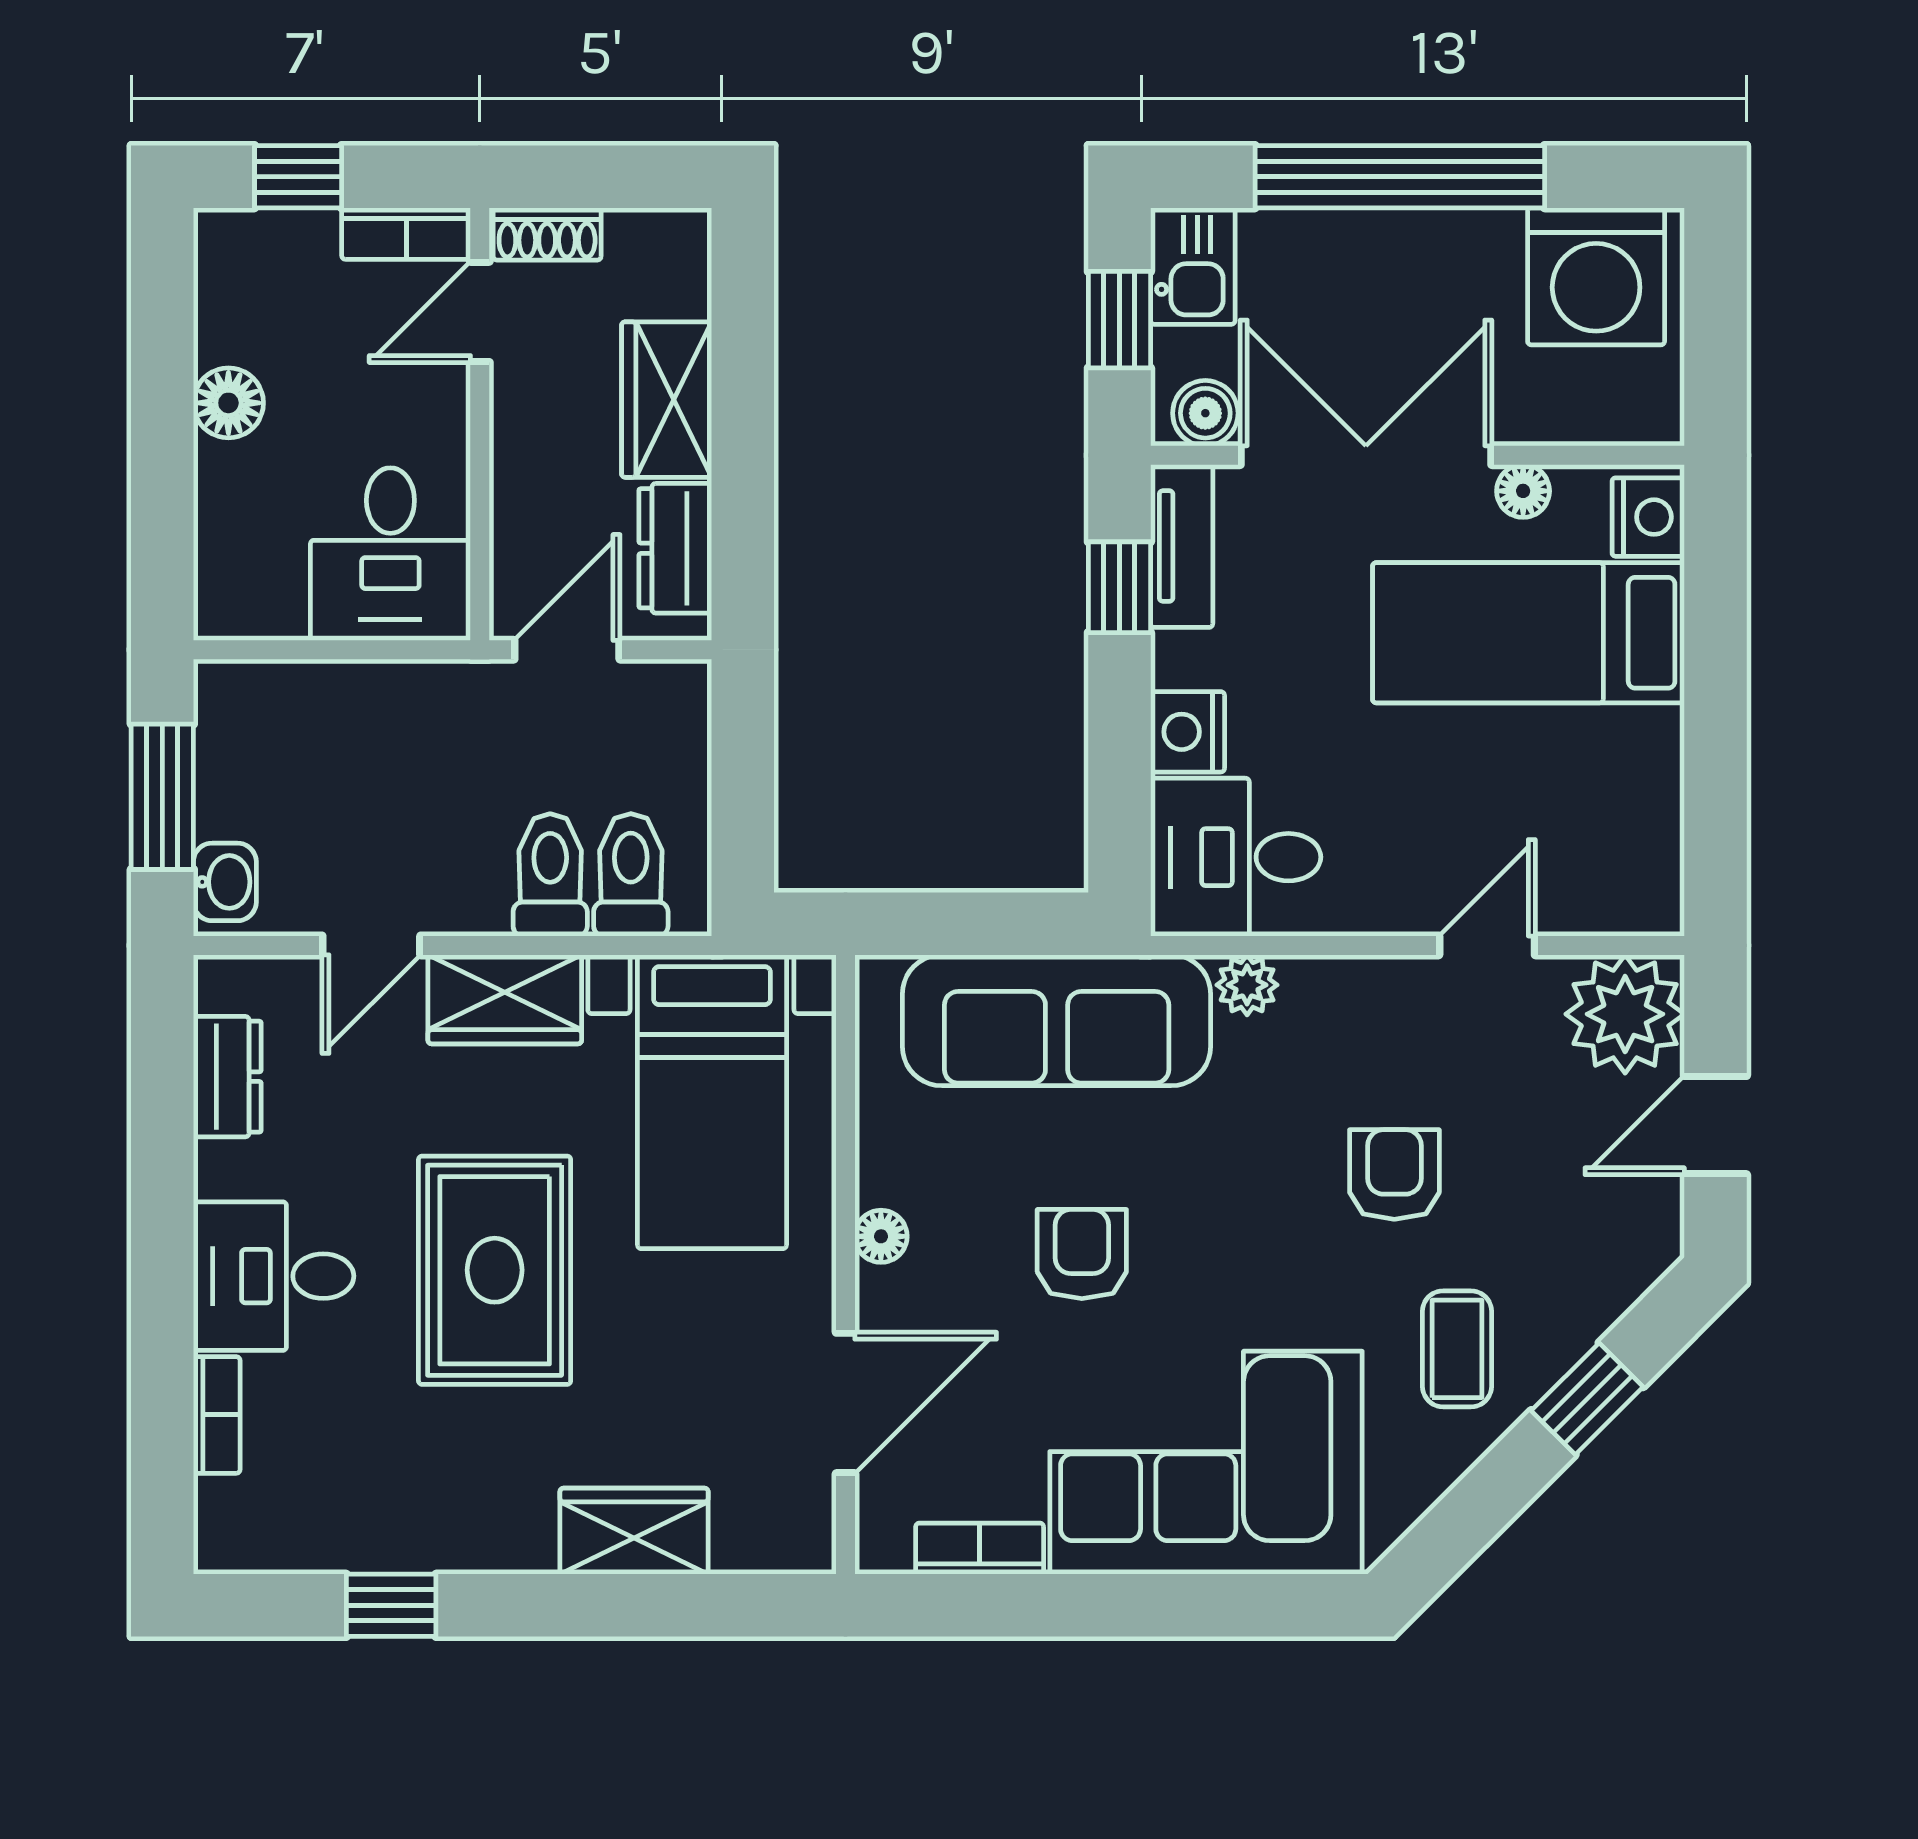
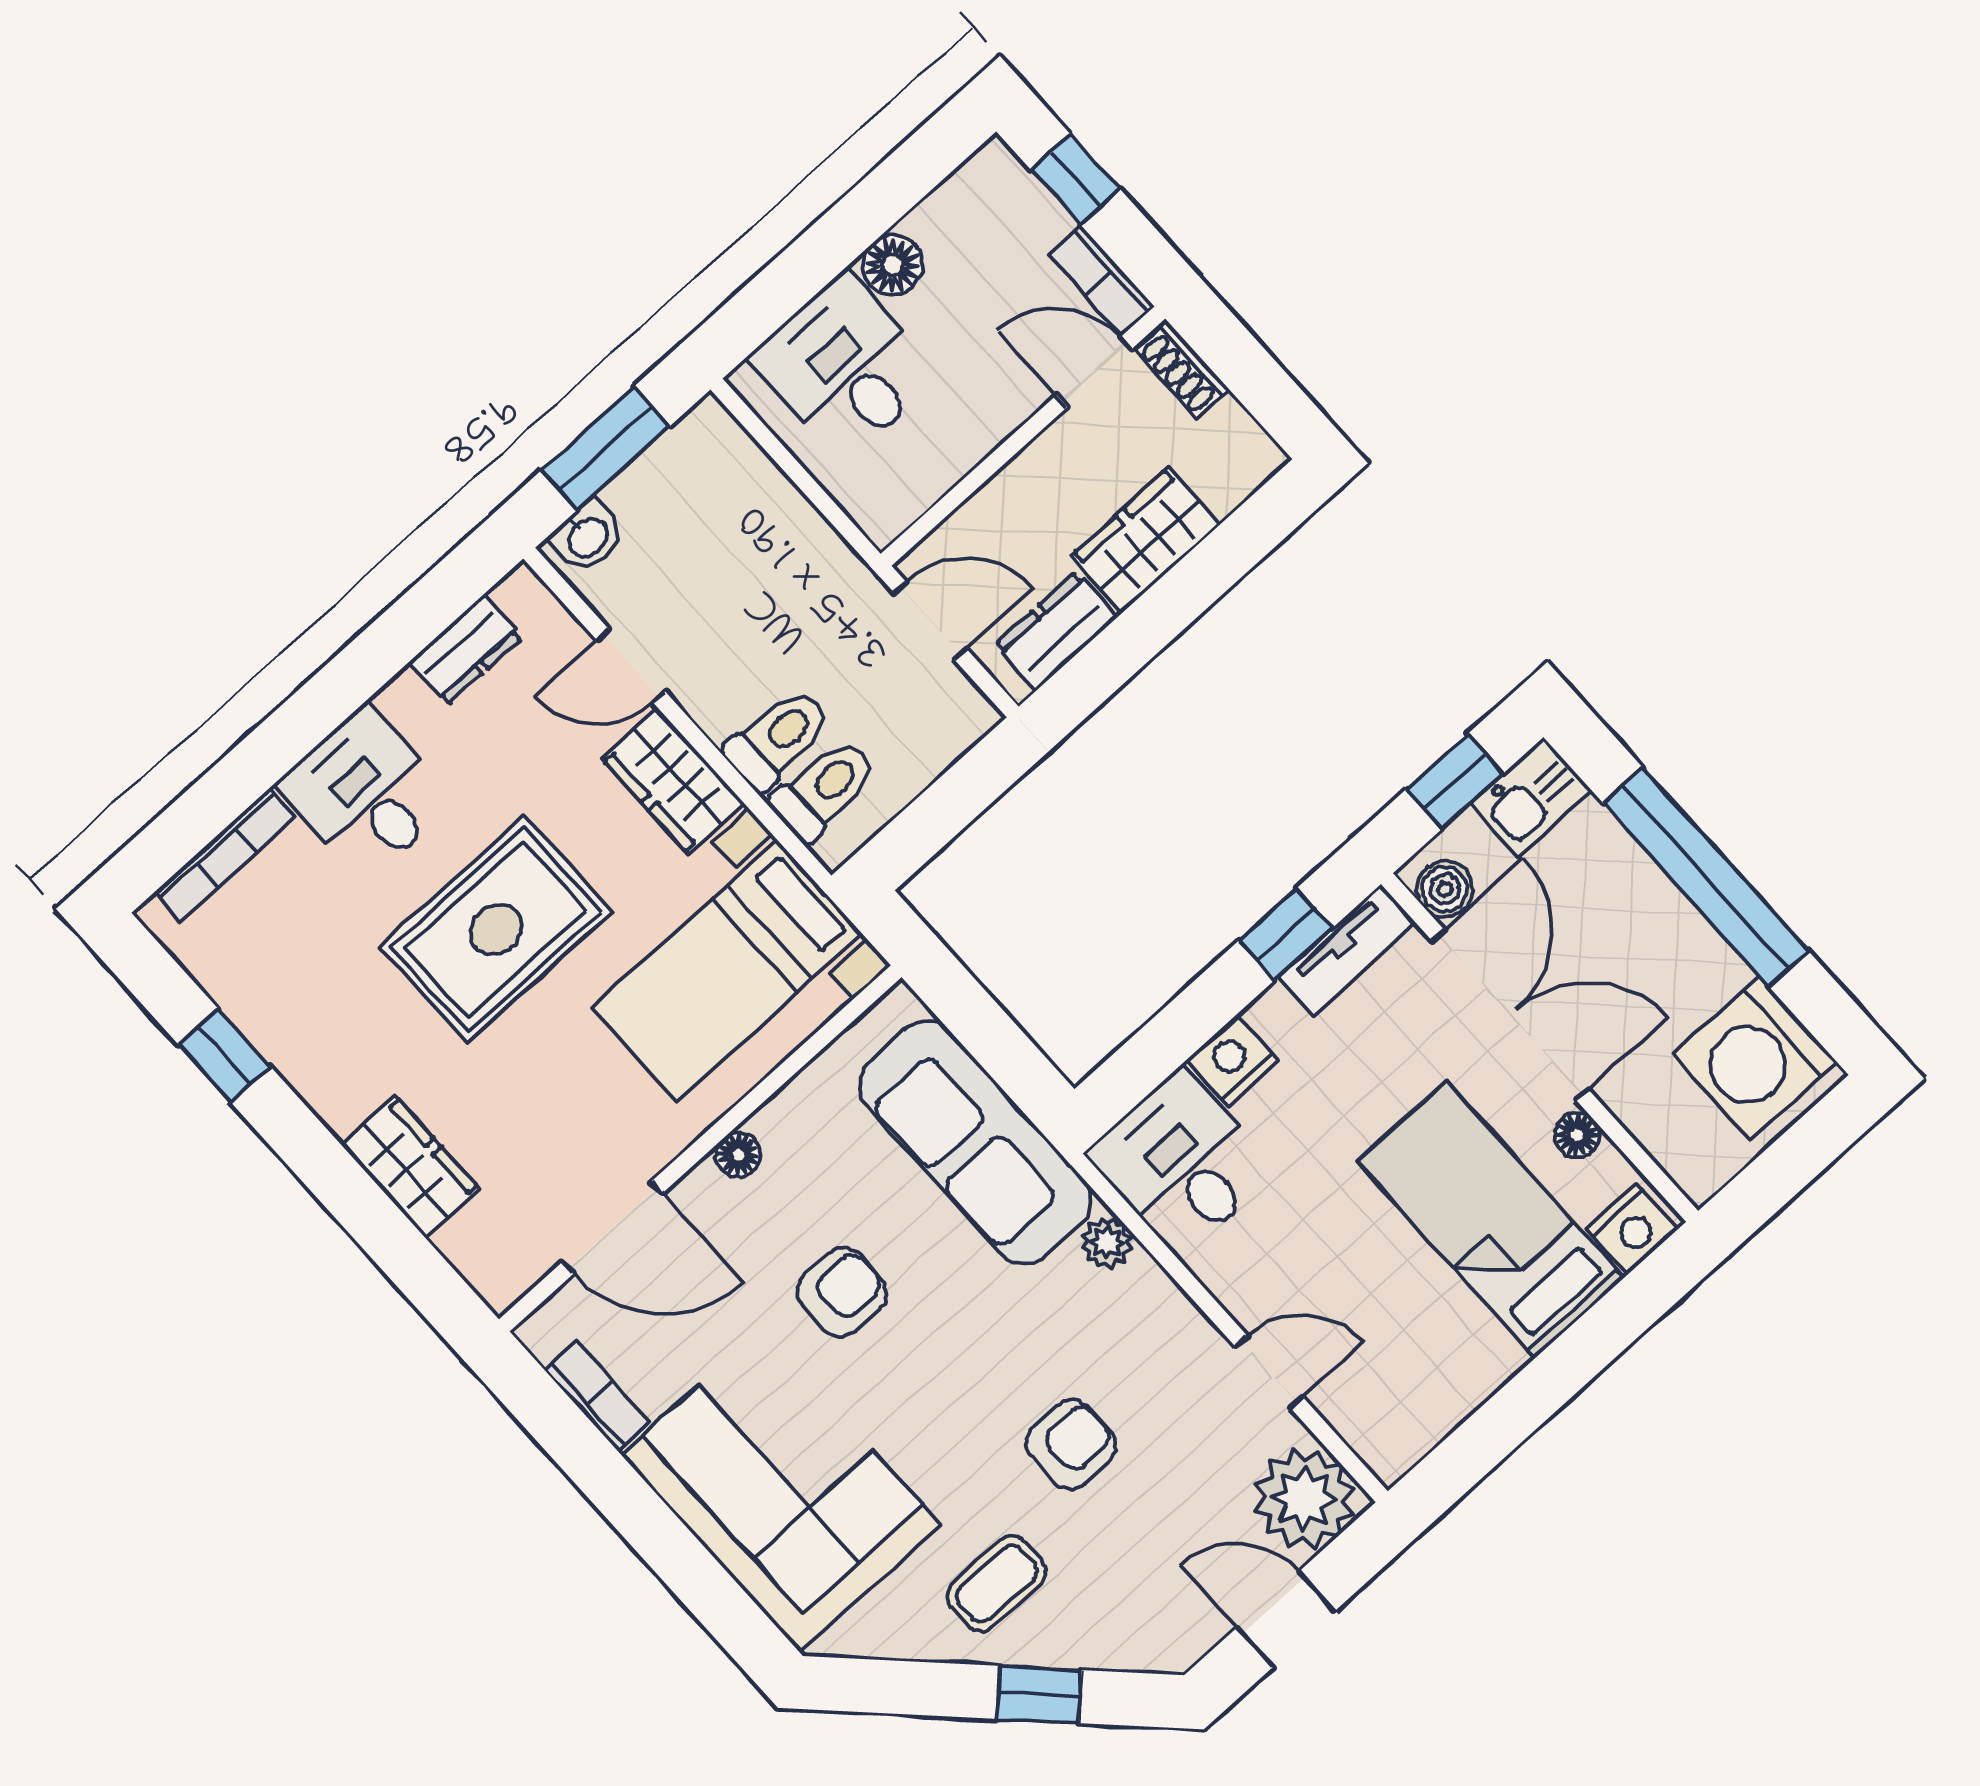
desk: (390, 554) -> (845, 367), moved, turned 90
bookcase: (217, 1415) -> (225, 855), width x1.56

